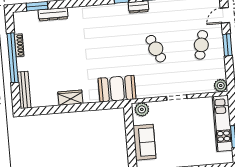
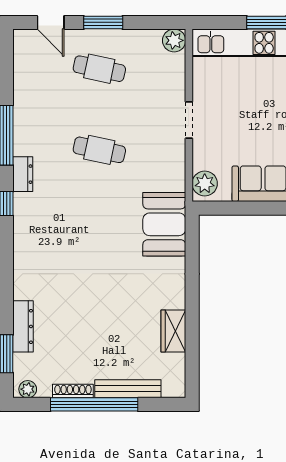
plant: (18, 20) -> (28, 389), added
cafe table: (156, 49) -> (99, 150), turned 36
bench: (24, 90) -> (128, 389), moved
wardrobe: (70, 98) -> (173, 331), moved

